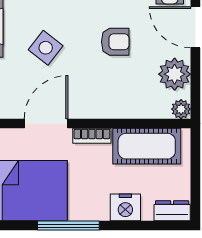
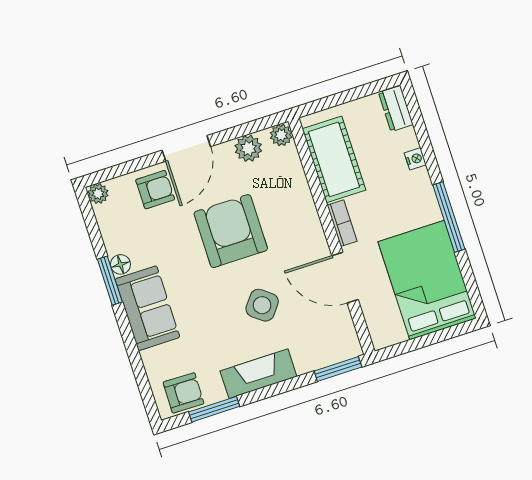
armchair: (115, 42) -> (231, 231), width x1.88, depth x1.88
plant: (175, 74) -> (248, 148), width x0.73, depth x0.73
nightstand: (125, 207) -> (415, 159), width x0.53, depth x0.56

